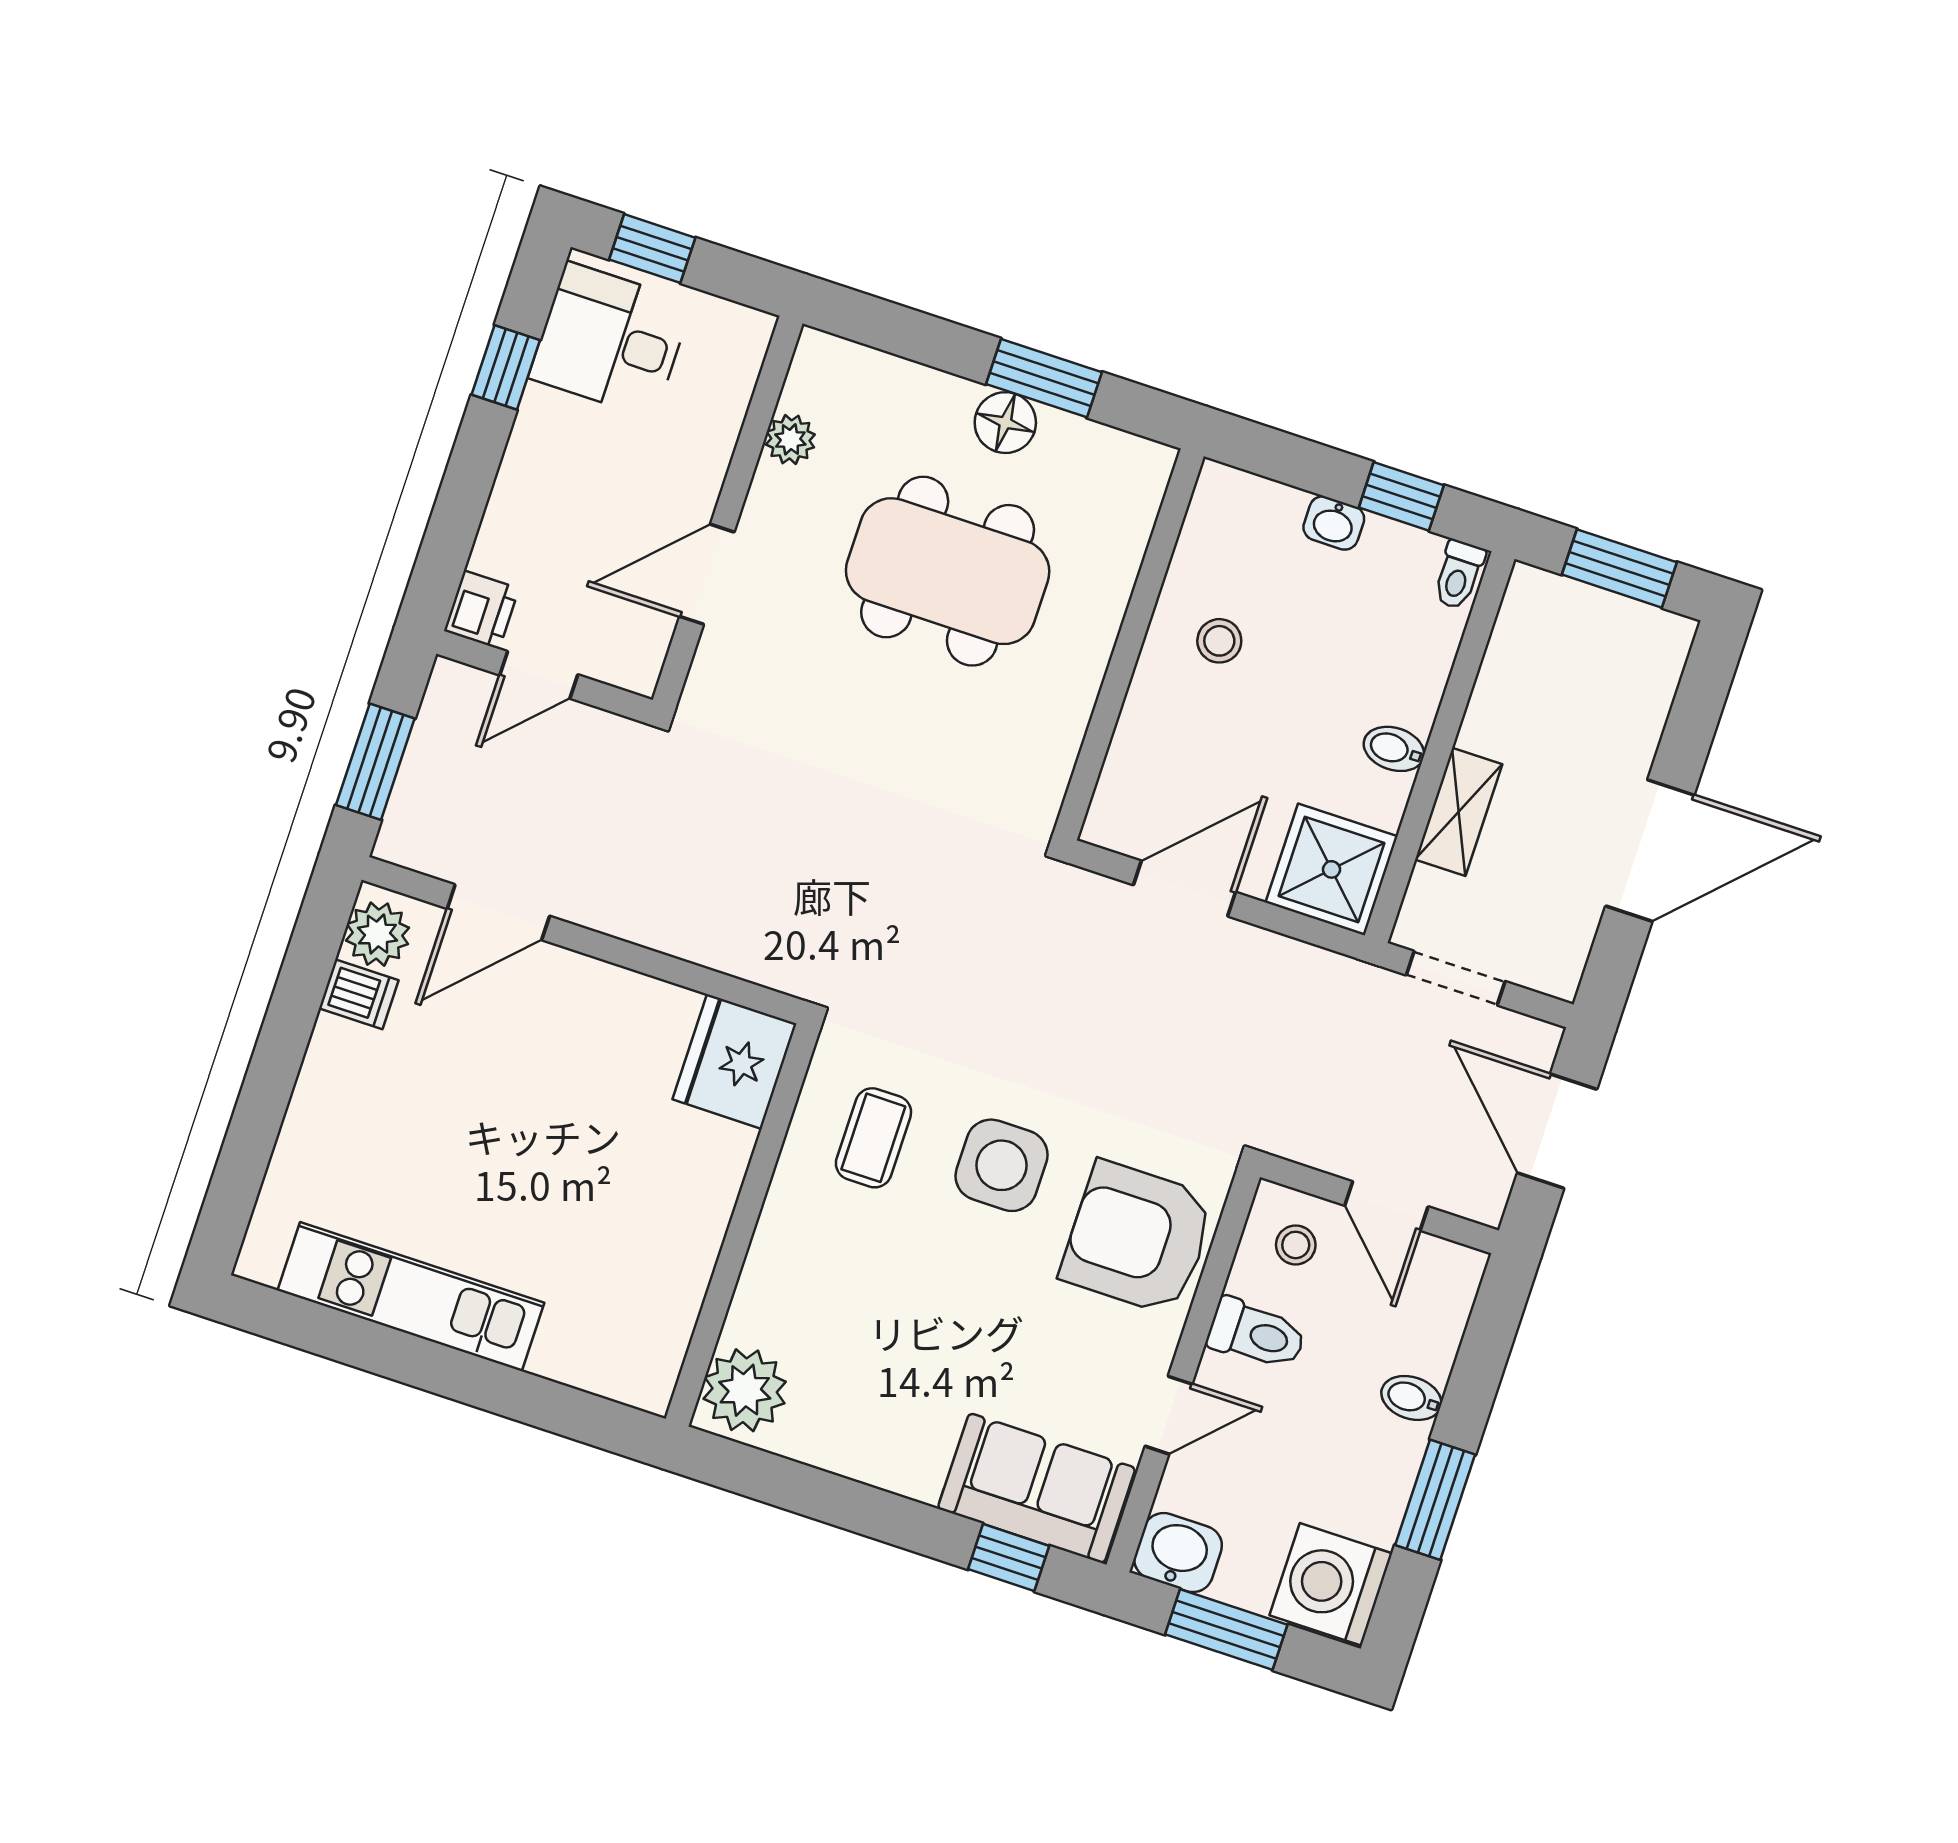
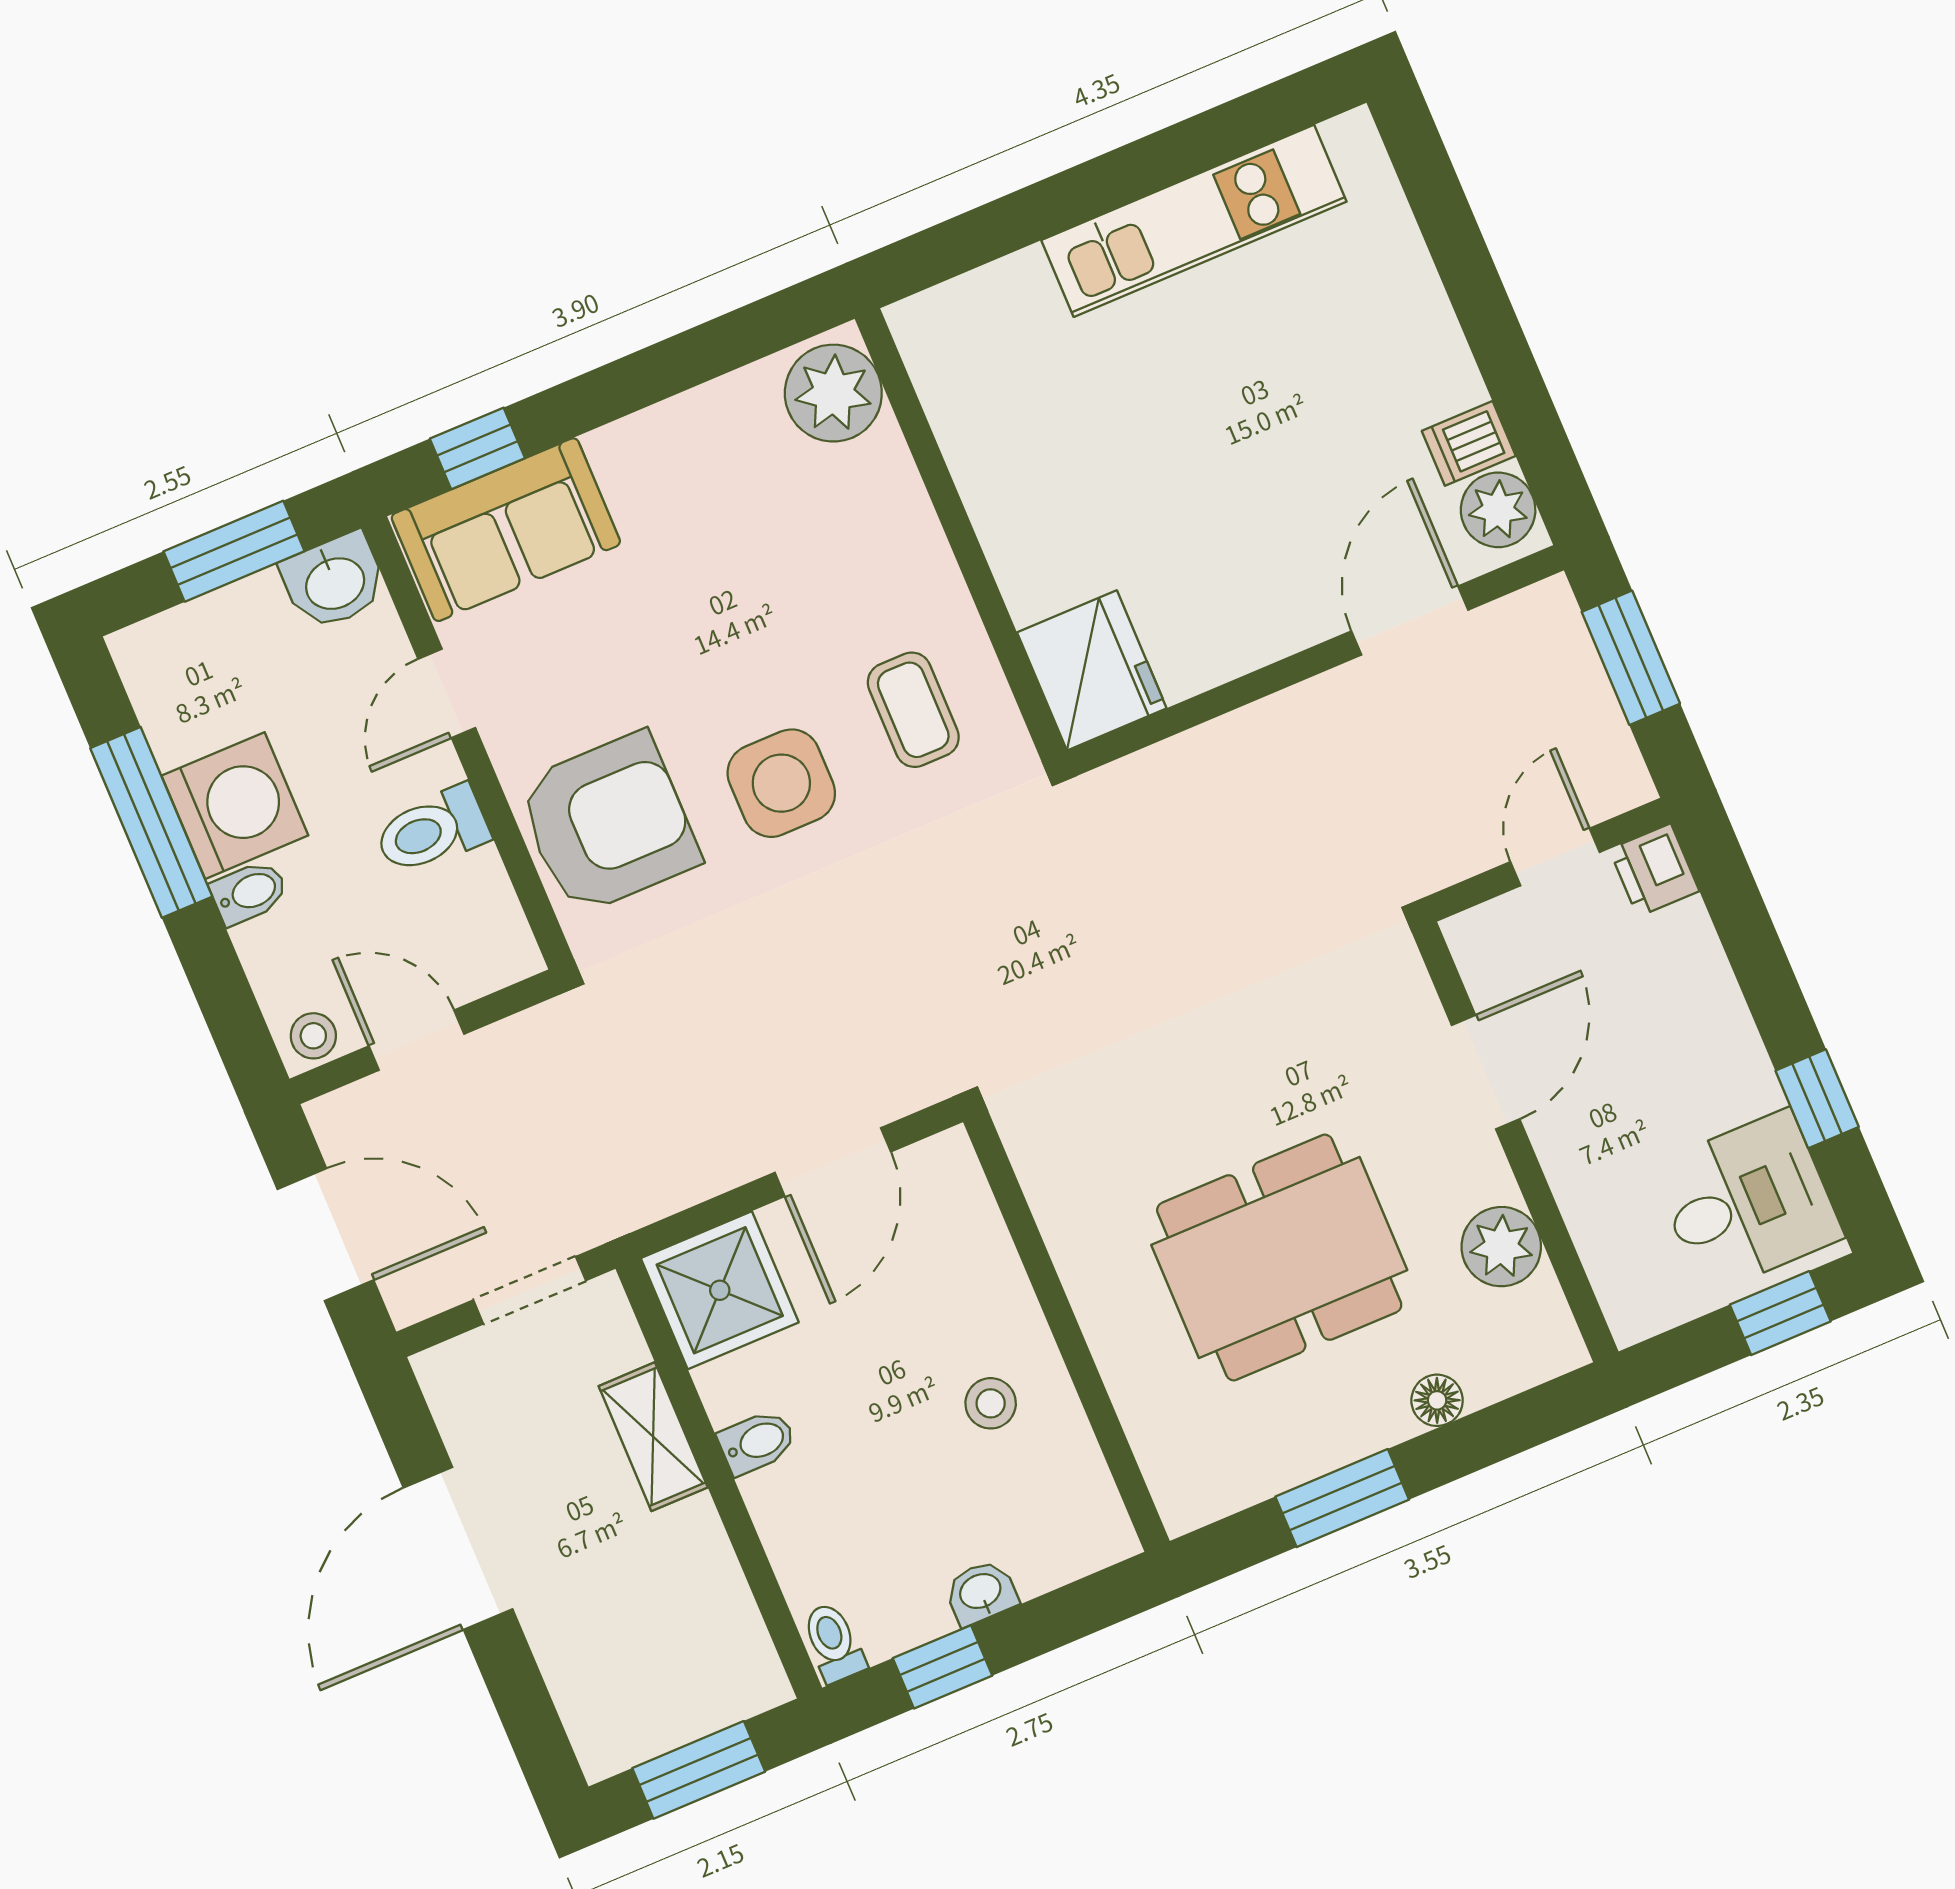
floor lamp: (1005, 423) -> (1437, 1400), moved, width x0.73, depth x0.73
plant: (790, 439) -> (1501, 1247), width x1.38, depth x1.38
stool: (1296, 1245) -> (313, 1036), moved
window: (1435, 1500) -> (151, 822), width x1.44
washing machine: (1331, 1584) -> (235, 806), moved

